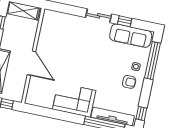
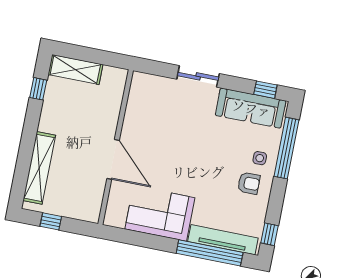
window: (125, 21) -> (265, 90), moved
wall: (33, 56) -> (116, 147), moved
door: (31, 63) -> (113, 159), moved

